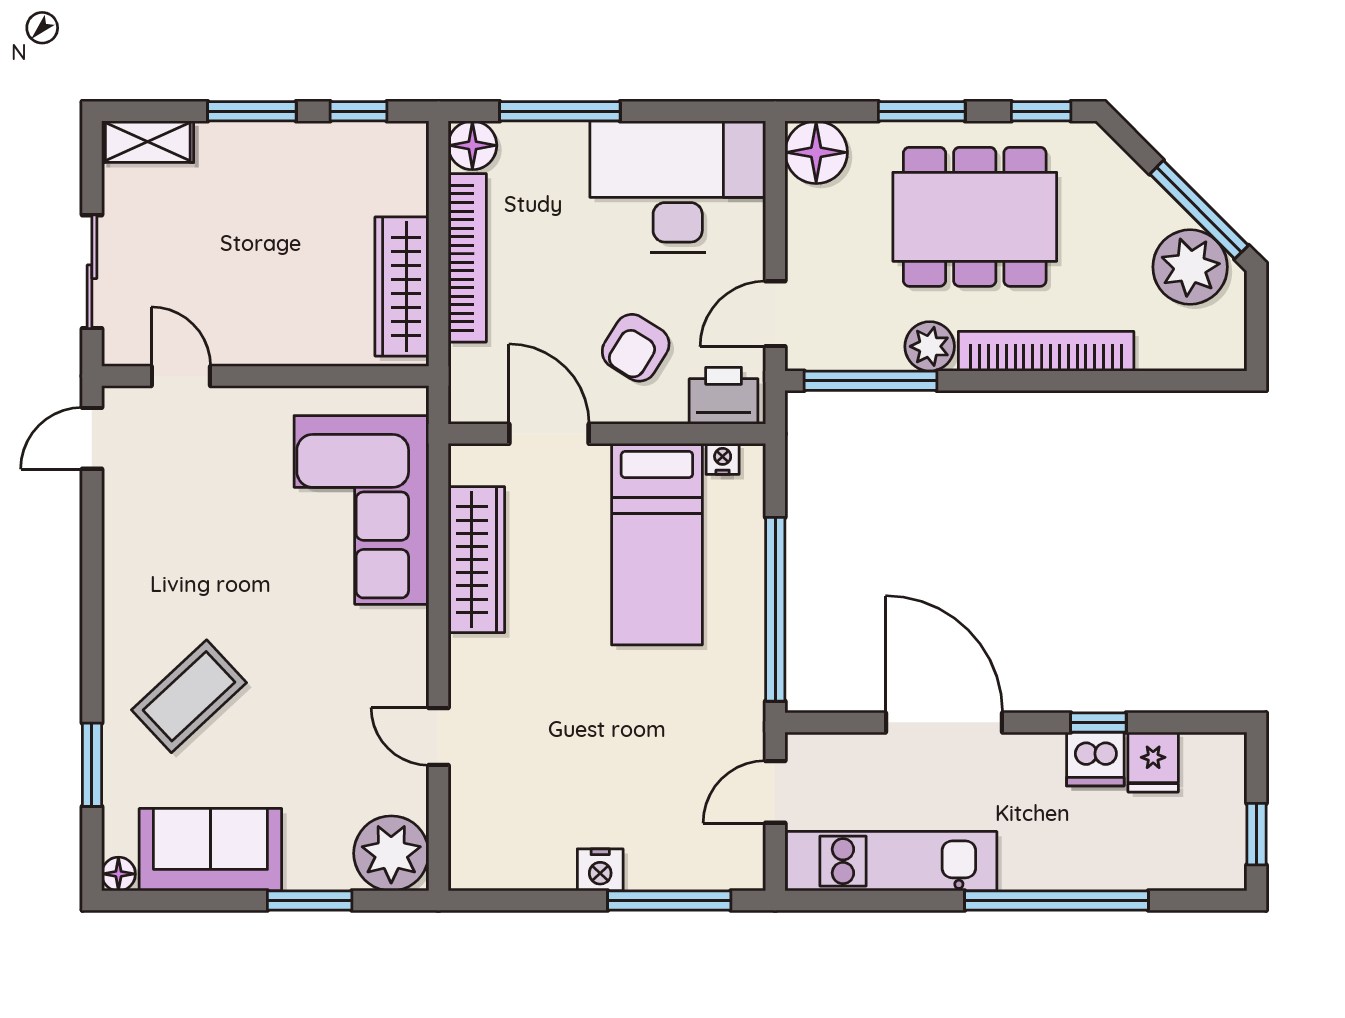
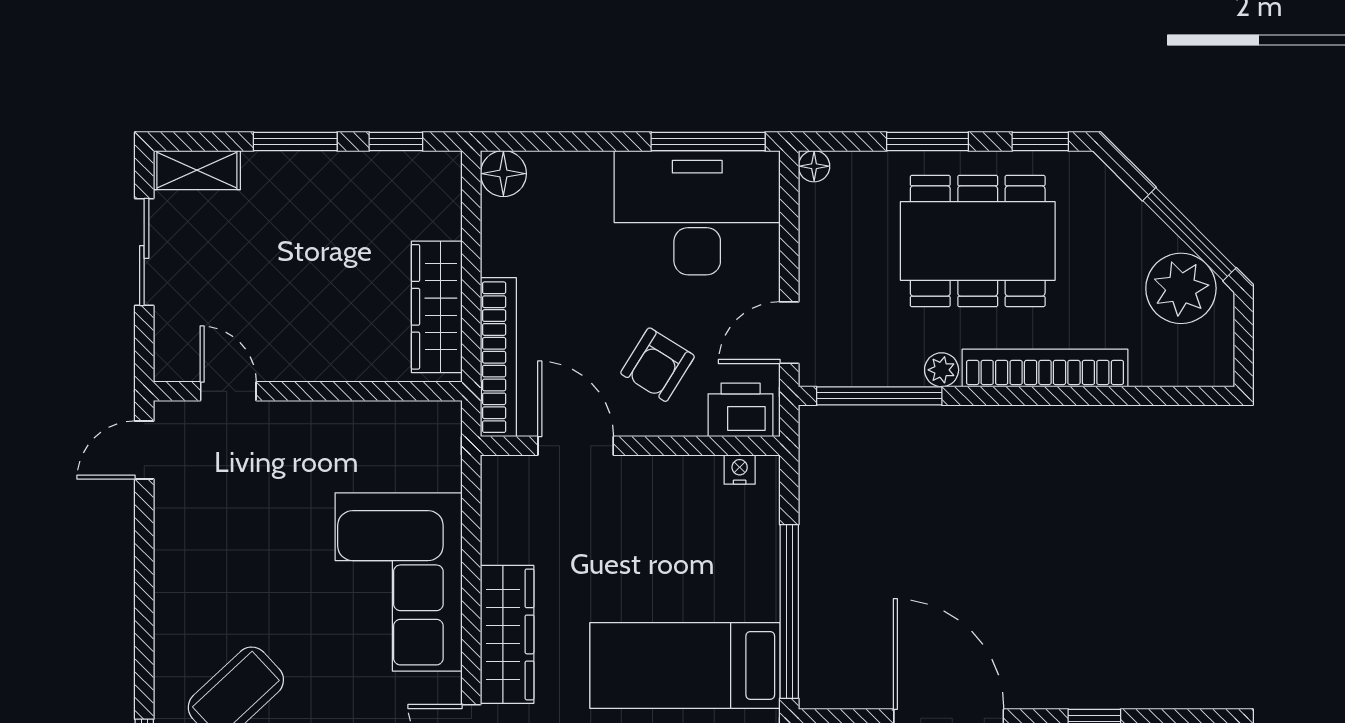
window: (560, 111) -> (708, 141), moved
floor lamp: (816, 152) -> (814, 166), width x0.53, depth x0.53
bookcase: (467, 258) -> (498, 357), moved
sliding door: (92, 272) -> (144, 252), moved
plant: (930, 346) -> (942, 370), width x0.73, depth x0.73
corner sofa: (361, 510) -> (399, 582), moved
bed: (657, 544) -> (685, 665), moved, turned 90
wardrobe: (476, 560) -> (507, 634), moved

